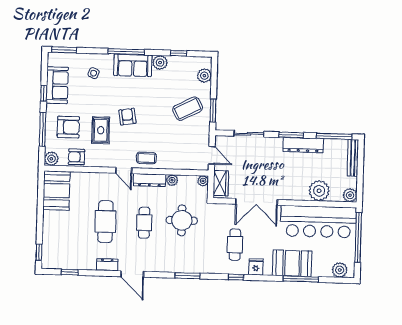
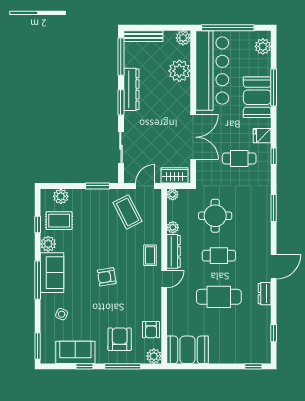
coffee table: (188, 109) -> (128, 212), moved
rug: (101, 130) -> (59, 221), moved

